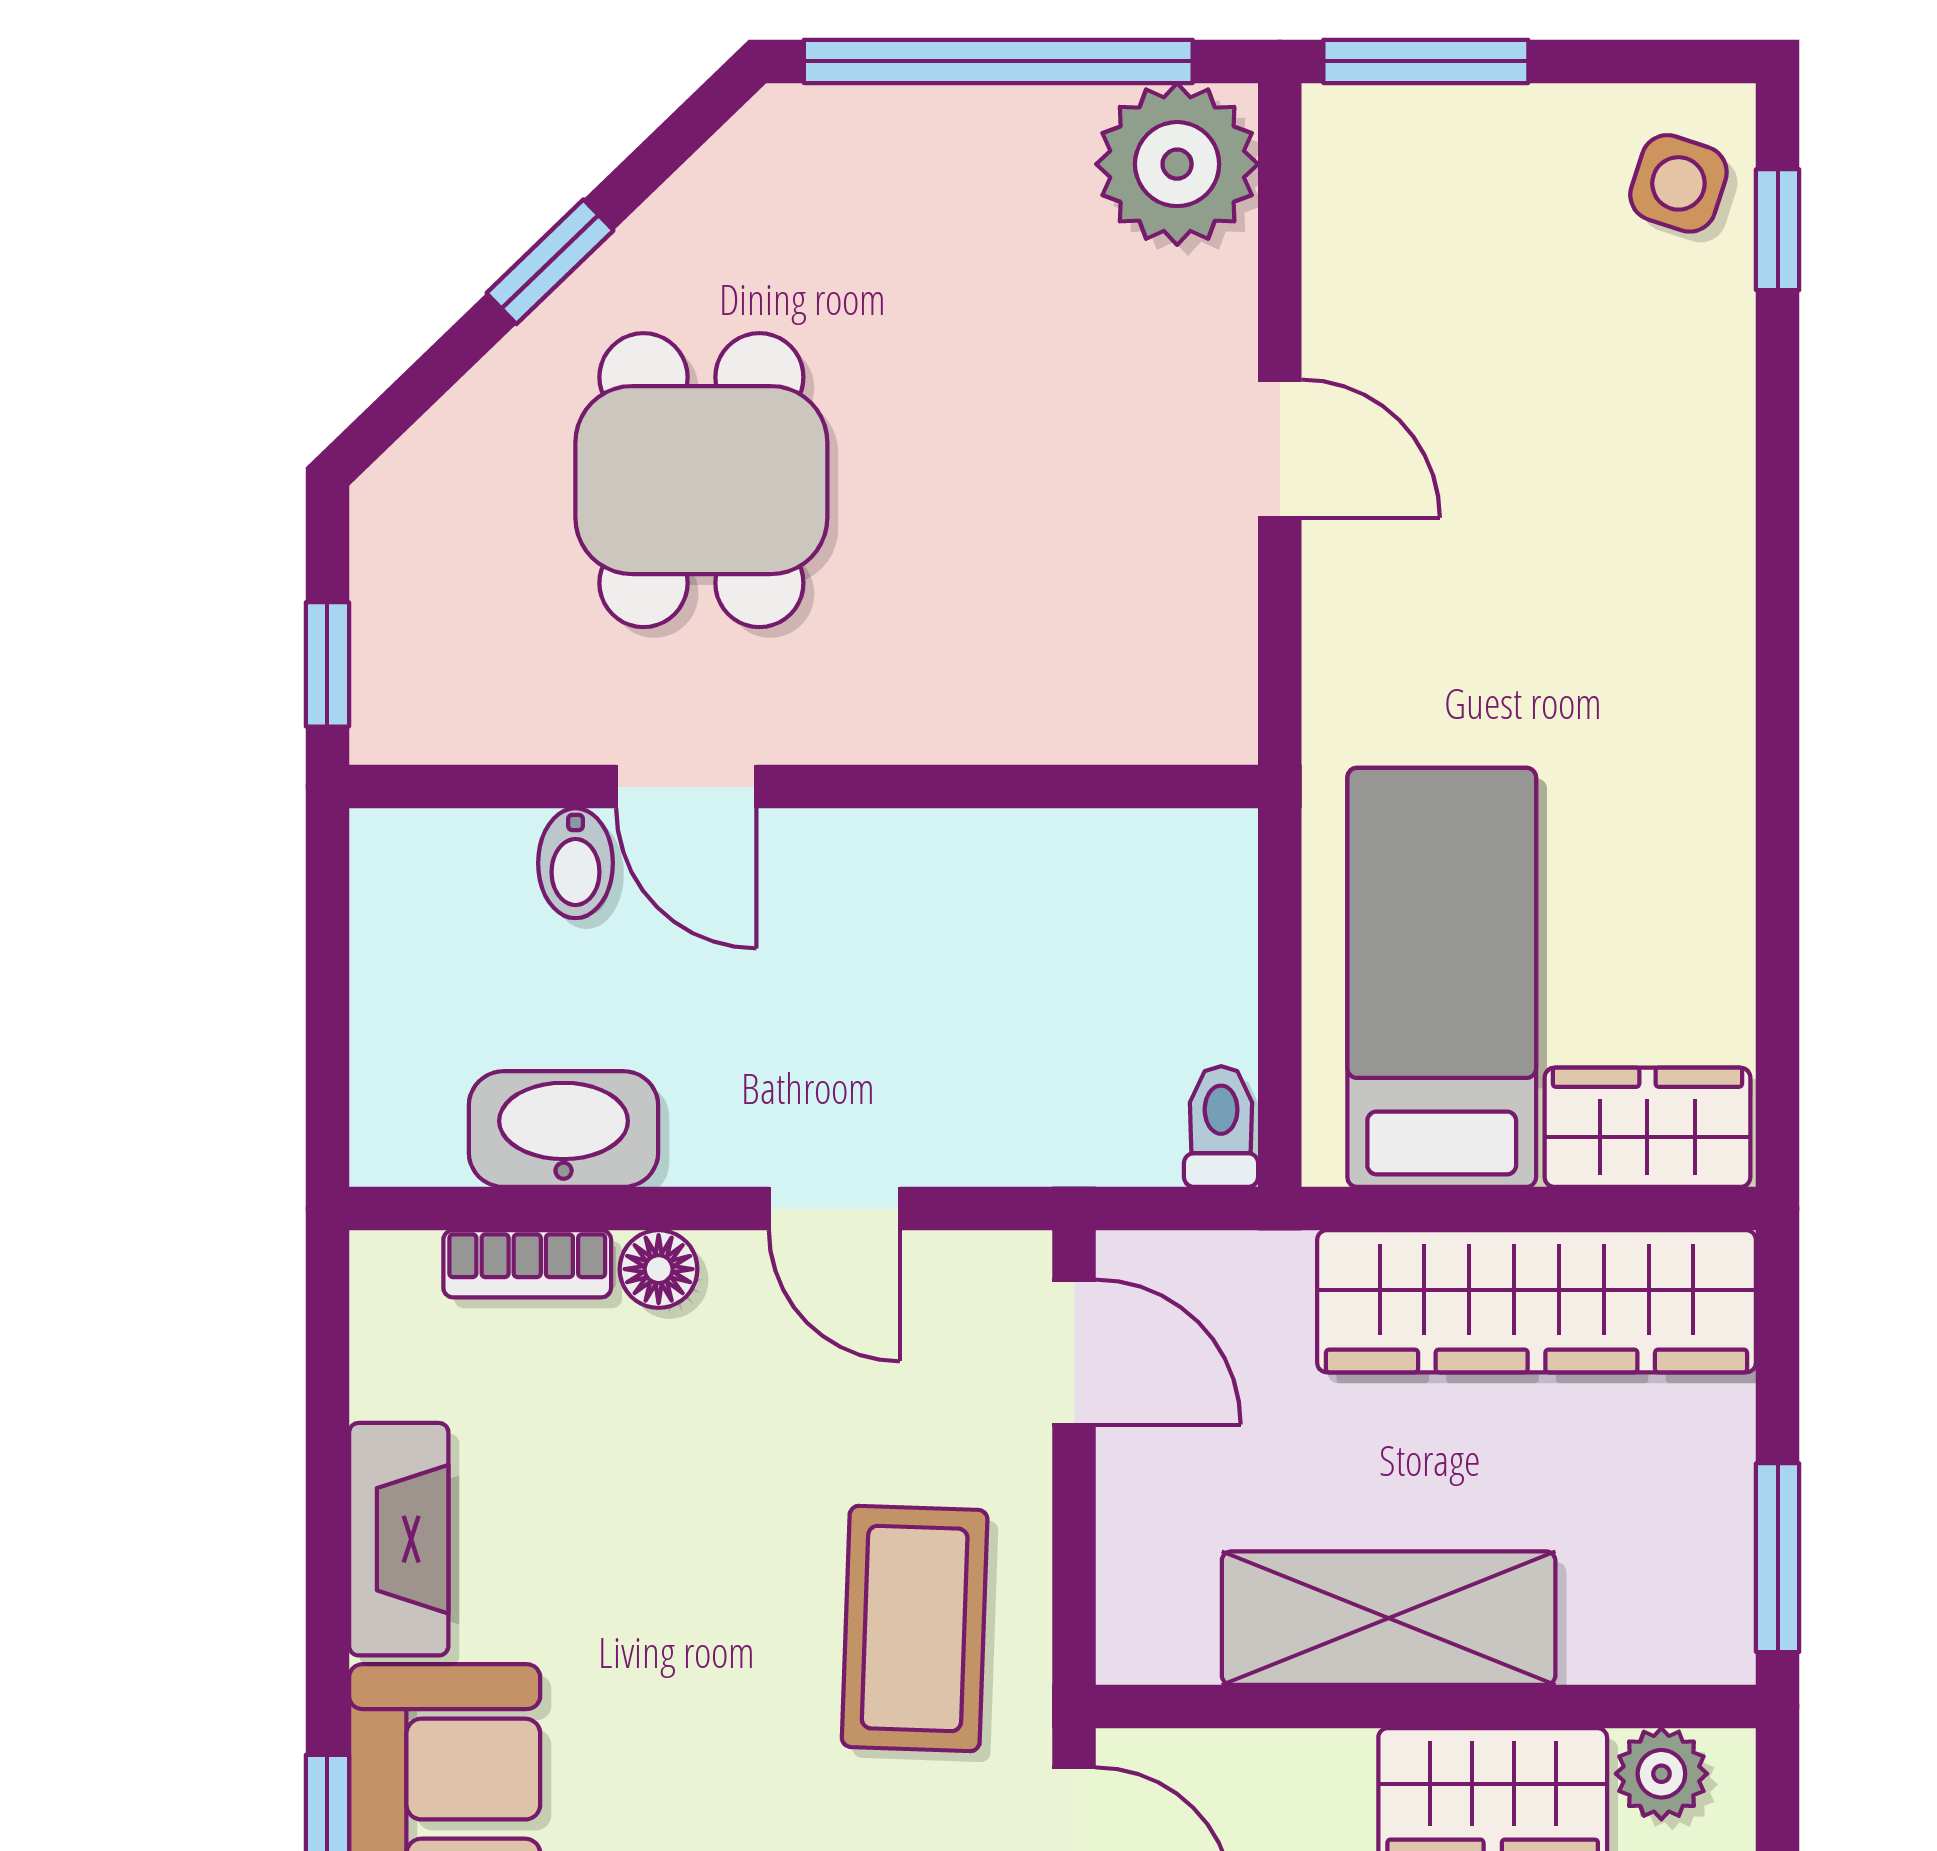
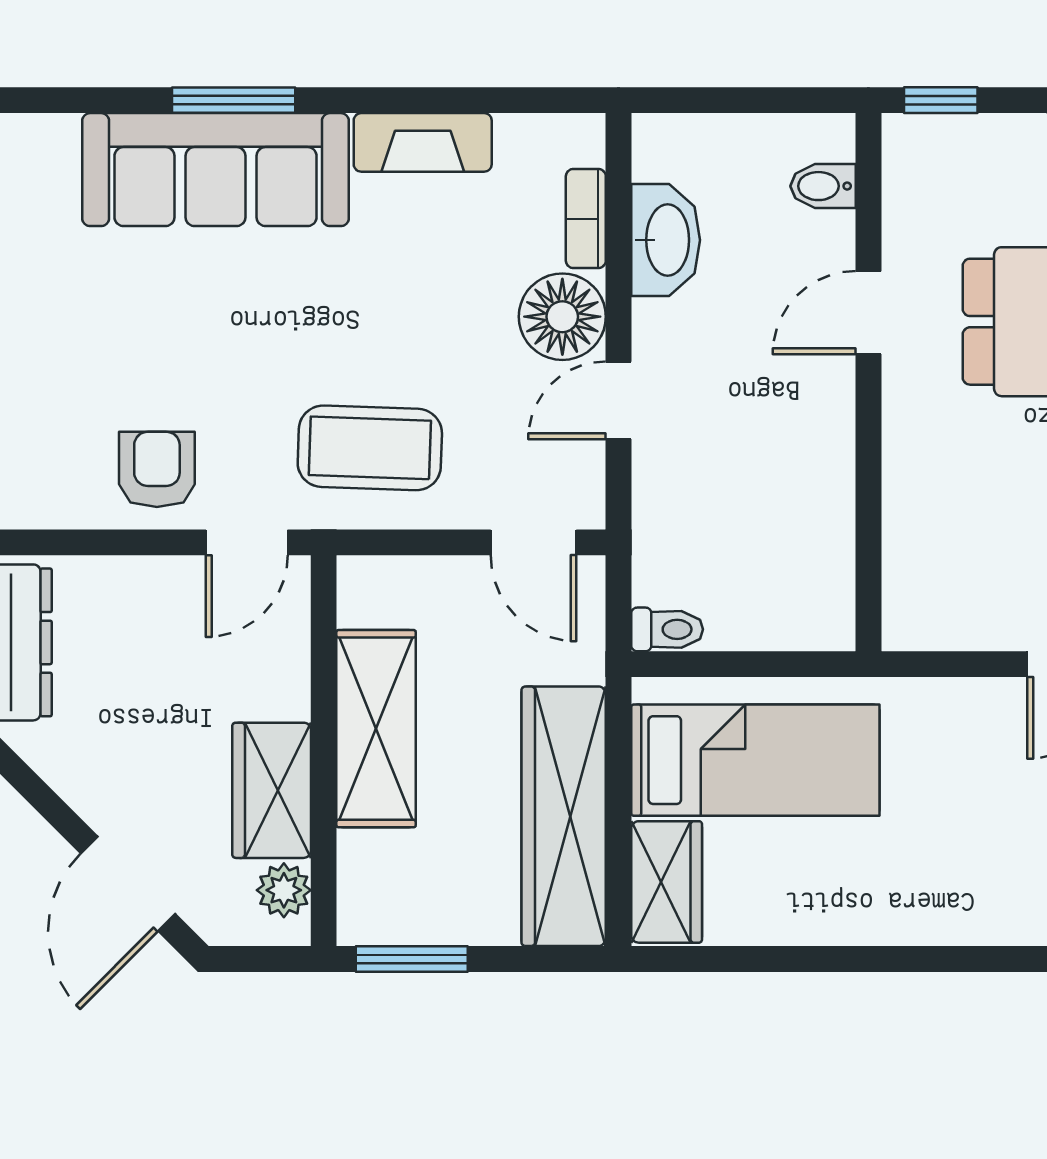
bidet: (575, 863) -> (823, 186), moved
floor lamp: (659, 1269) -> (562, 317), width x1.89, depth x1.89
door: (1074, 1352) -> (534, 542), hinge flipped

